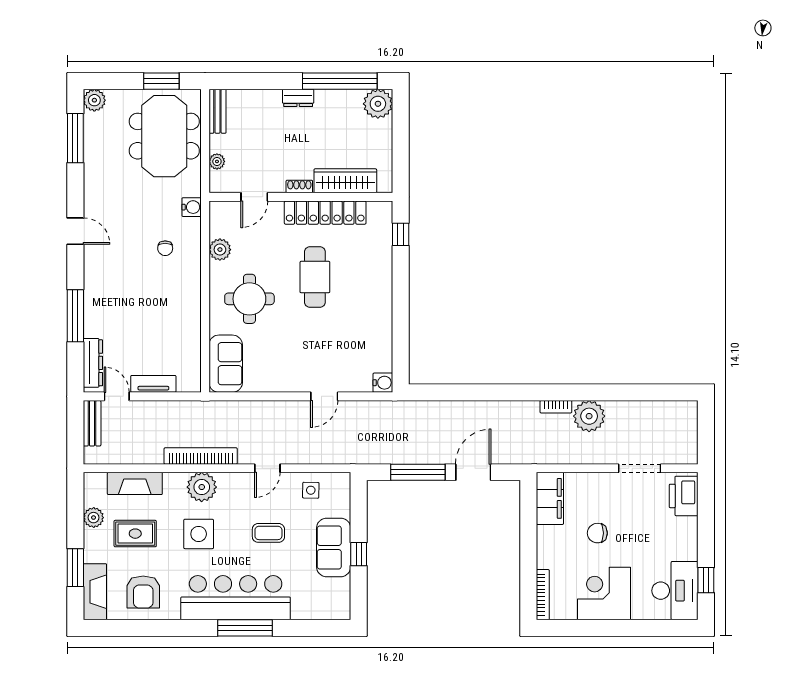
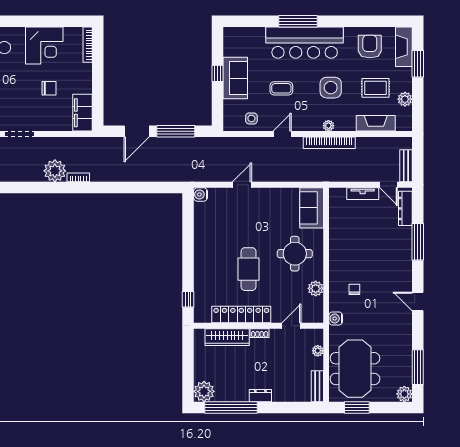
plant: (202, 487) -> (328, 126), width x0.53, depth x0.53

